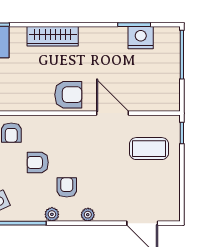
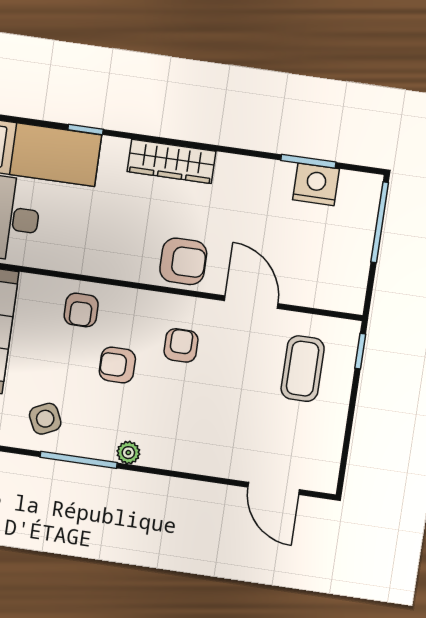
coffee table: (149, 149) -> (303, 369), turned 90
armchair: (67, 187) -> (181, 345), moved
plant: (88, 215) -> (187, 462), removed

